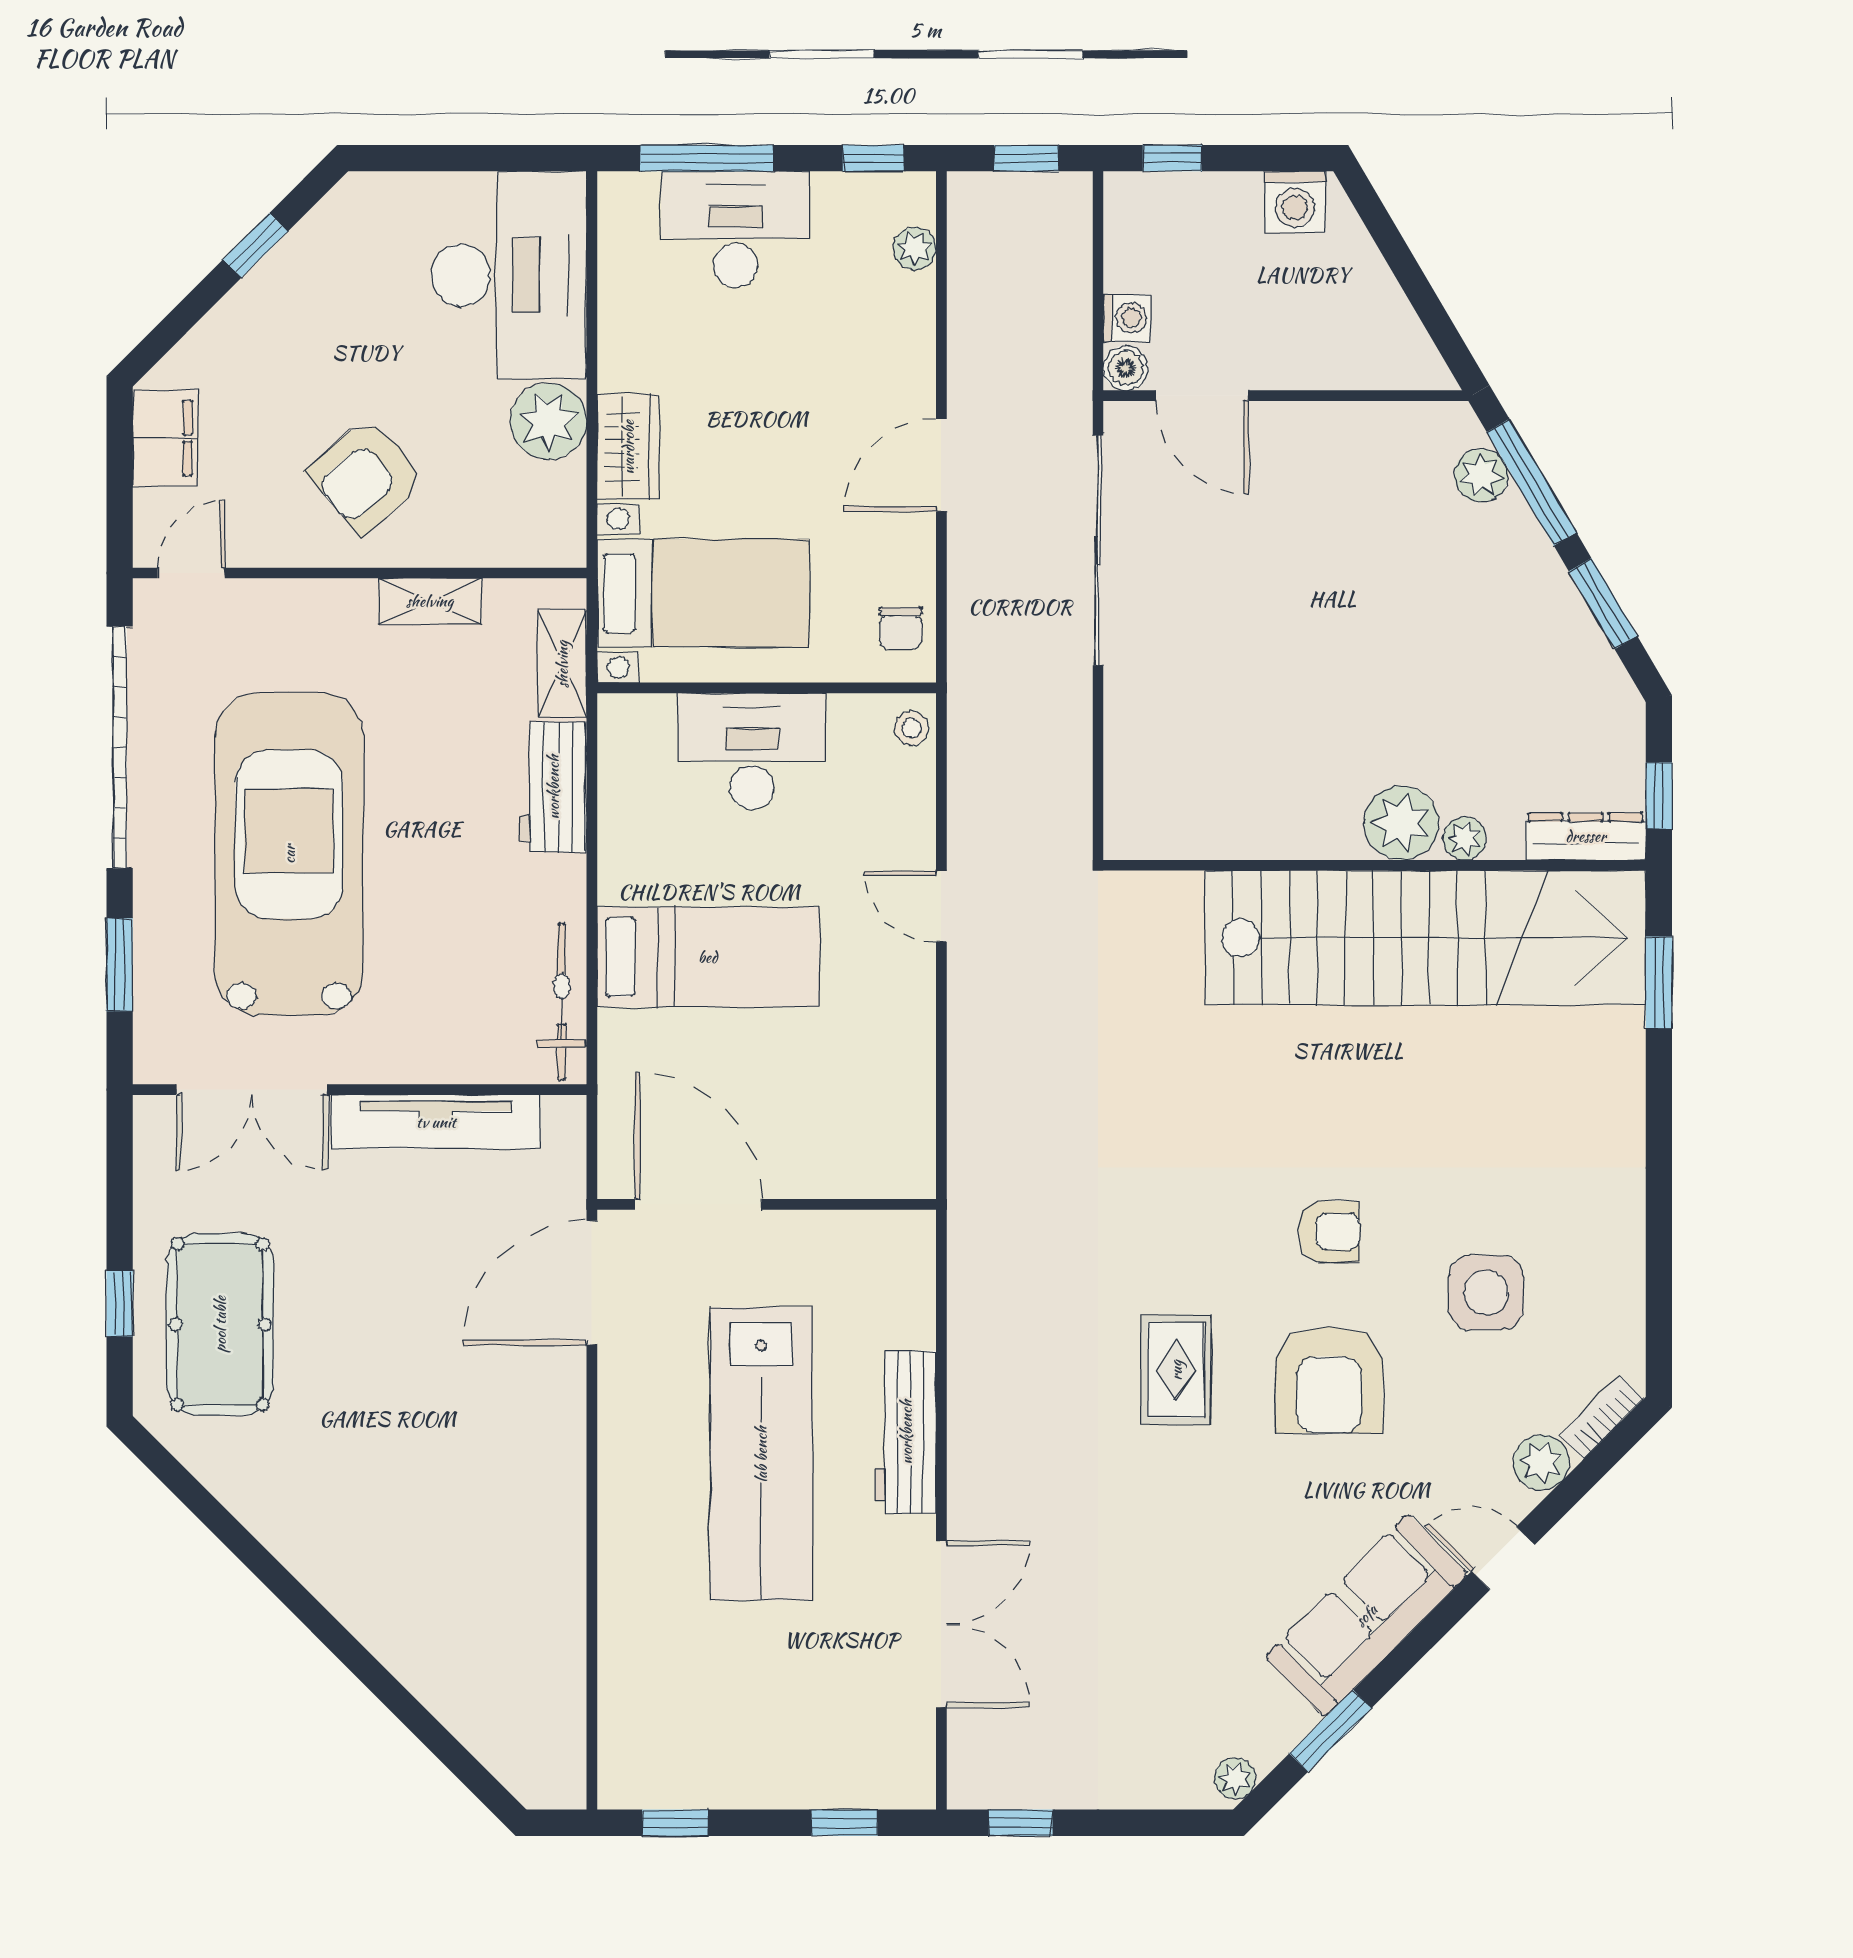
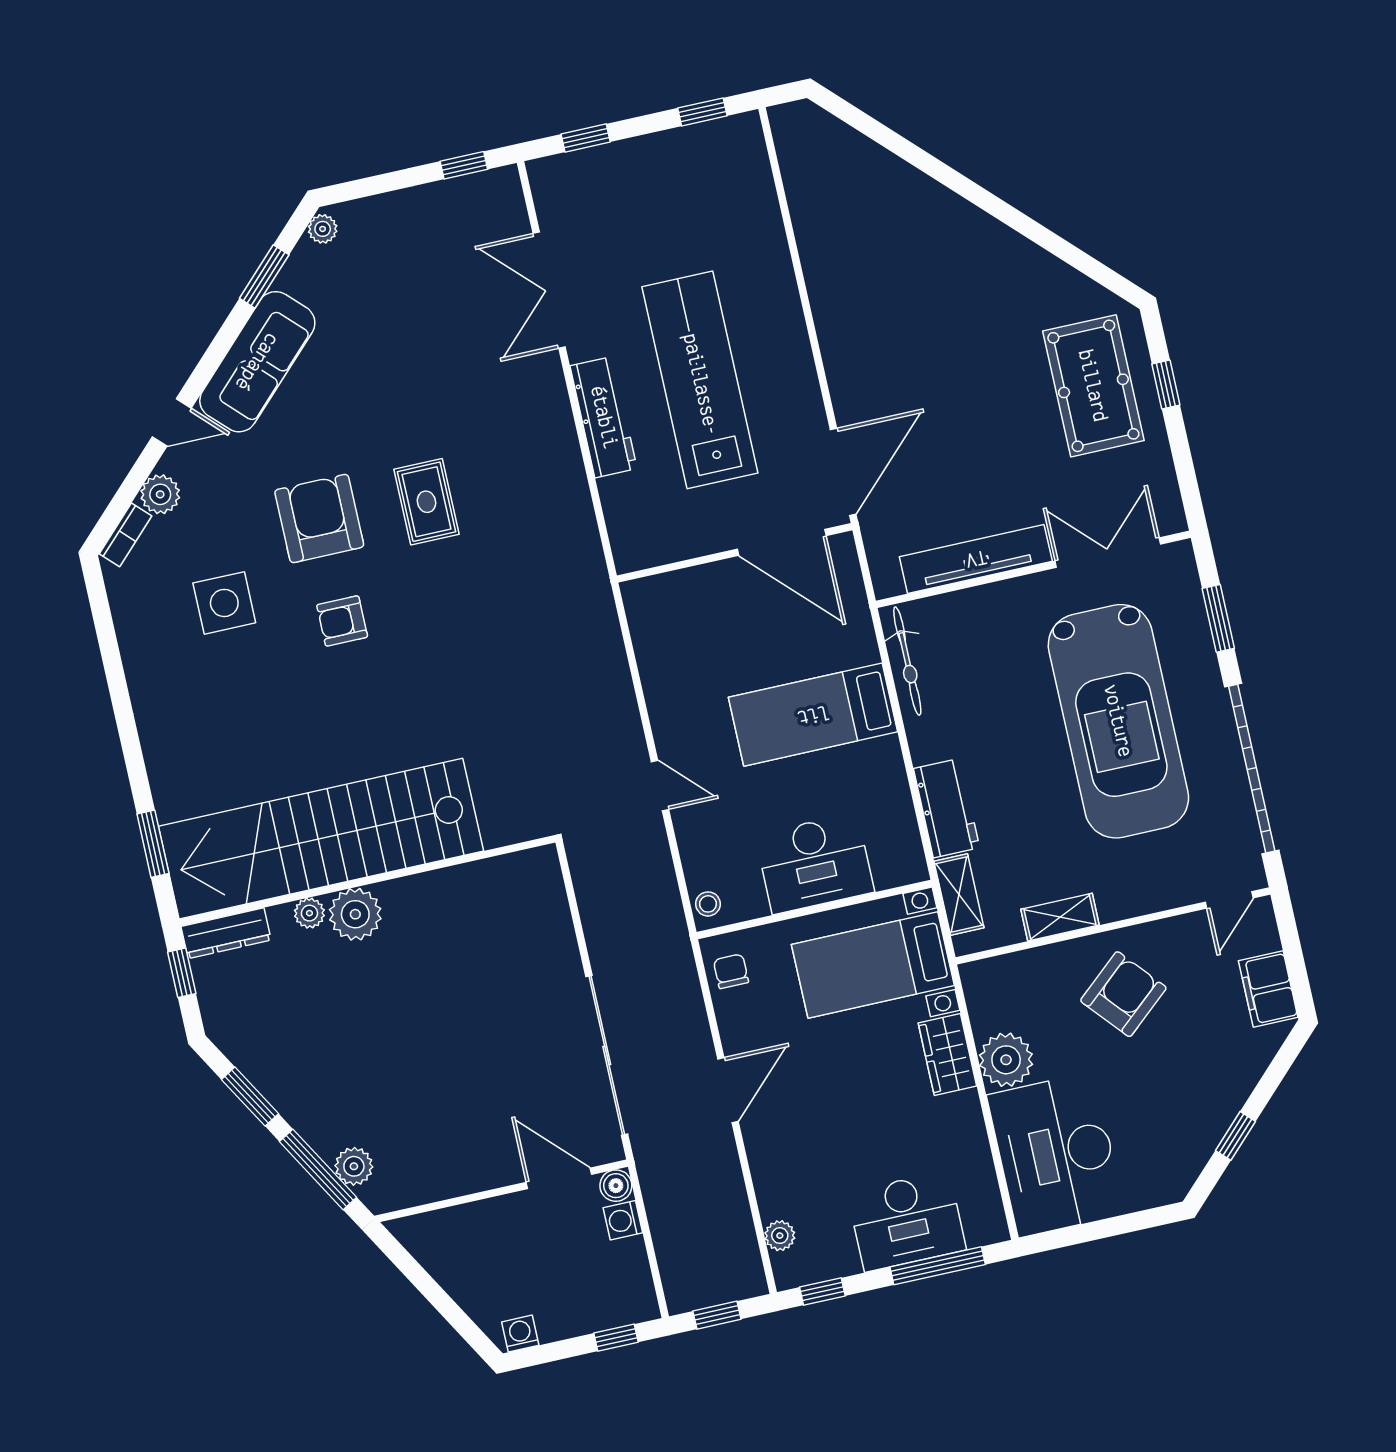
washing machine: (1295, 202) -> (520, 1334), width x0.73, depth x0.73

